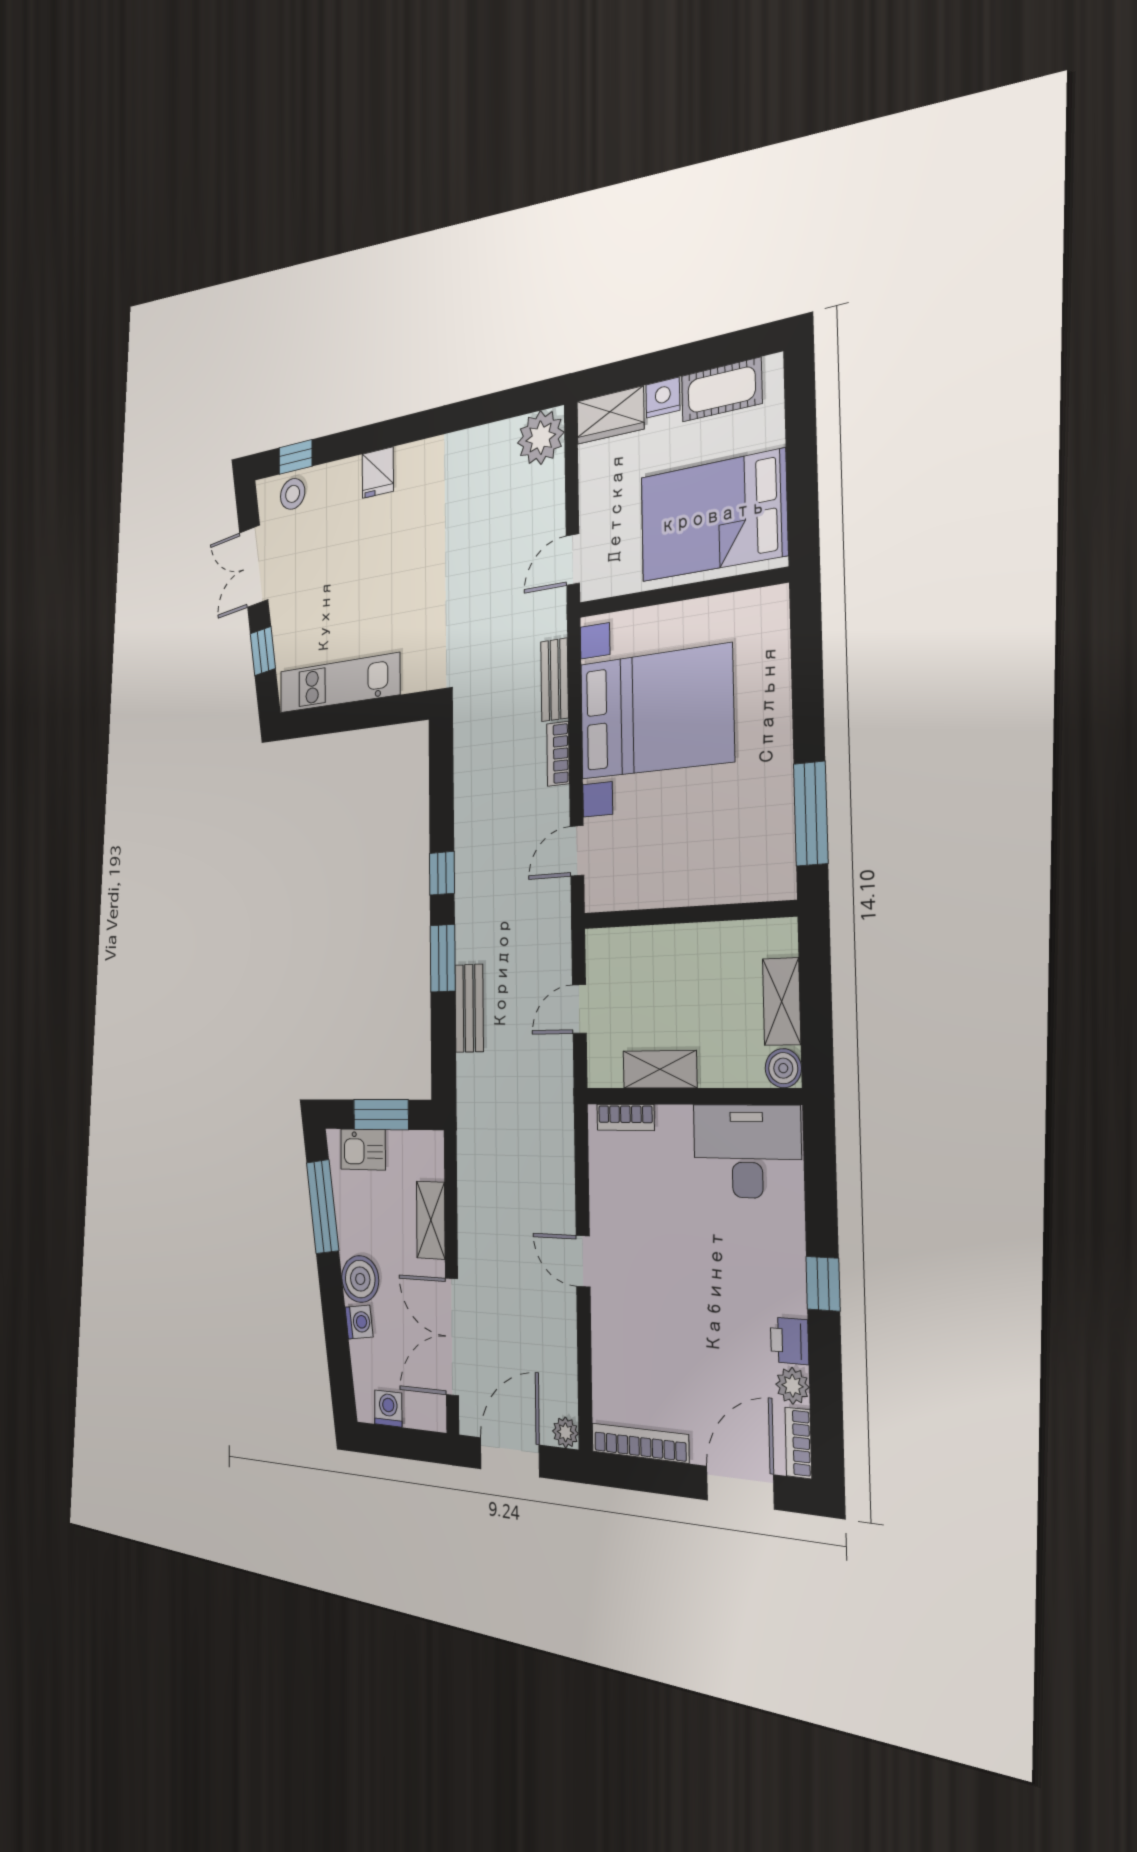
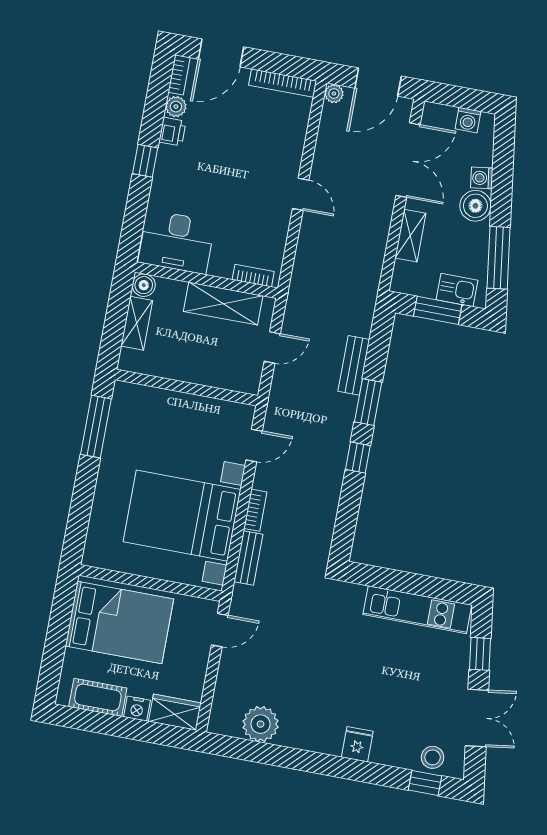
plant: (541, 438) -> (261, 724), moved
shelving: (660, 1069) -> (223, 304), width x1.50, depth x1.33

